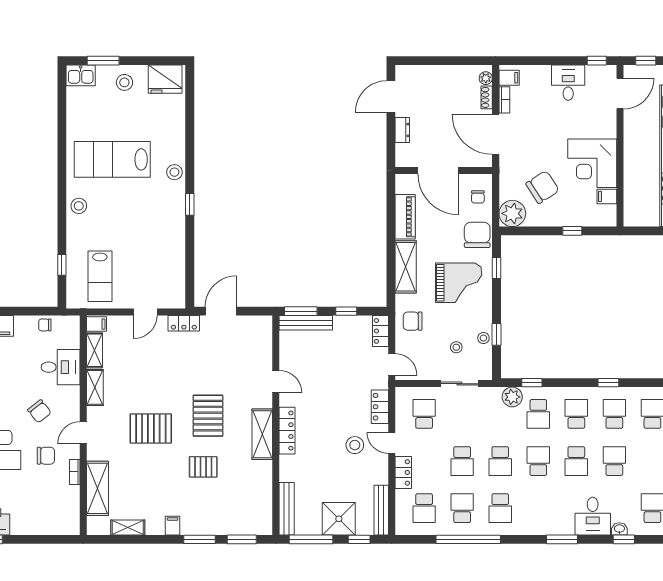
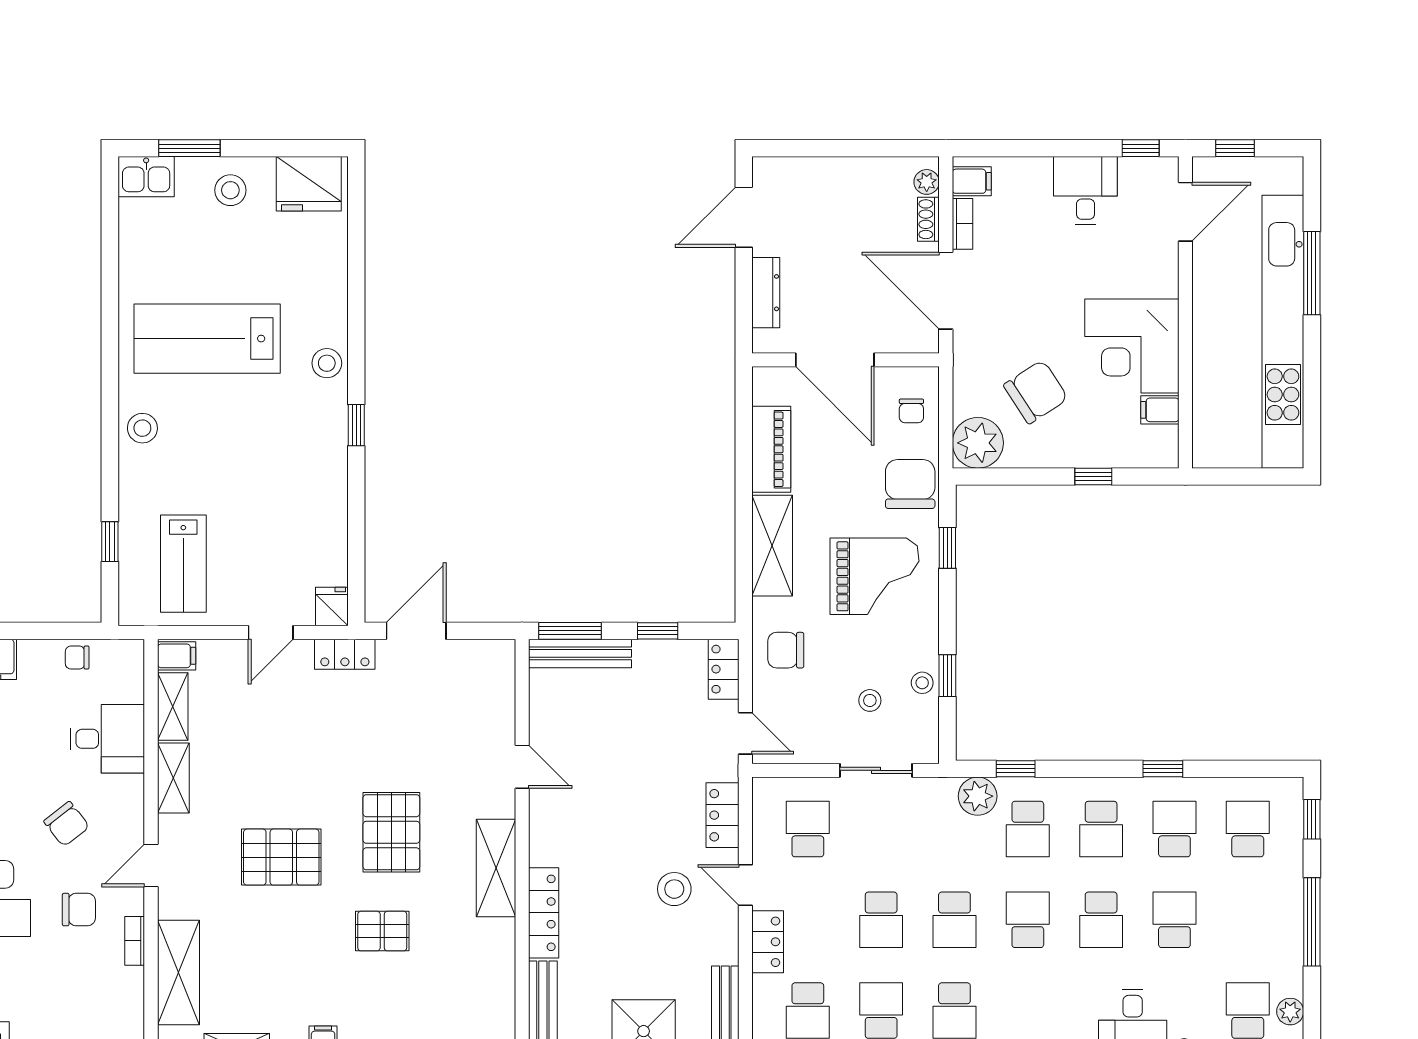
dresser: (402, 130) -> (766, 293), width x1.44
fridge: (177, 298) -> (332, 607), added
school desk: (576, 414) -> (1101, 829), turned 180
locker: (287, 431) -> (544, 913), moved

